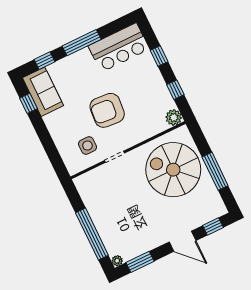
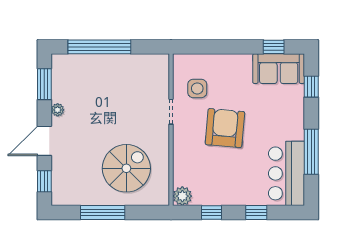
window: (82, 43) -> (311, 152), moved
spiral stairs: (173, 170) -> (126, 168), width x0.73, depth x0.73
plant: (117, 261) -> (58, 110), moved

